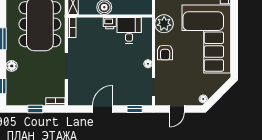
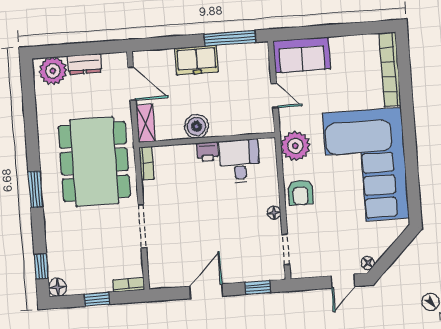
floor lamp: (12, 66) -> (58, 287), moved
door: (177, 109) -> (343, 281), moved

